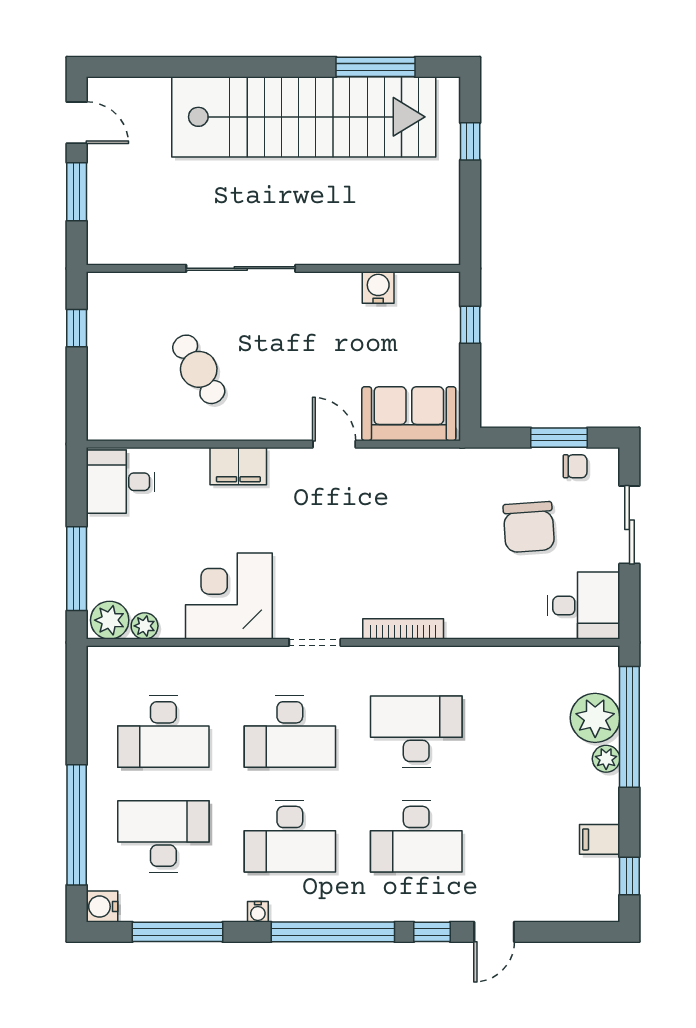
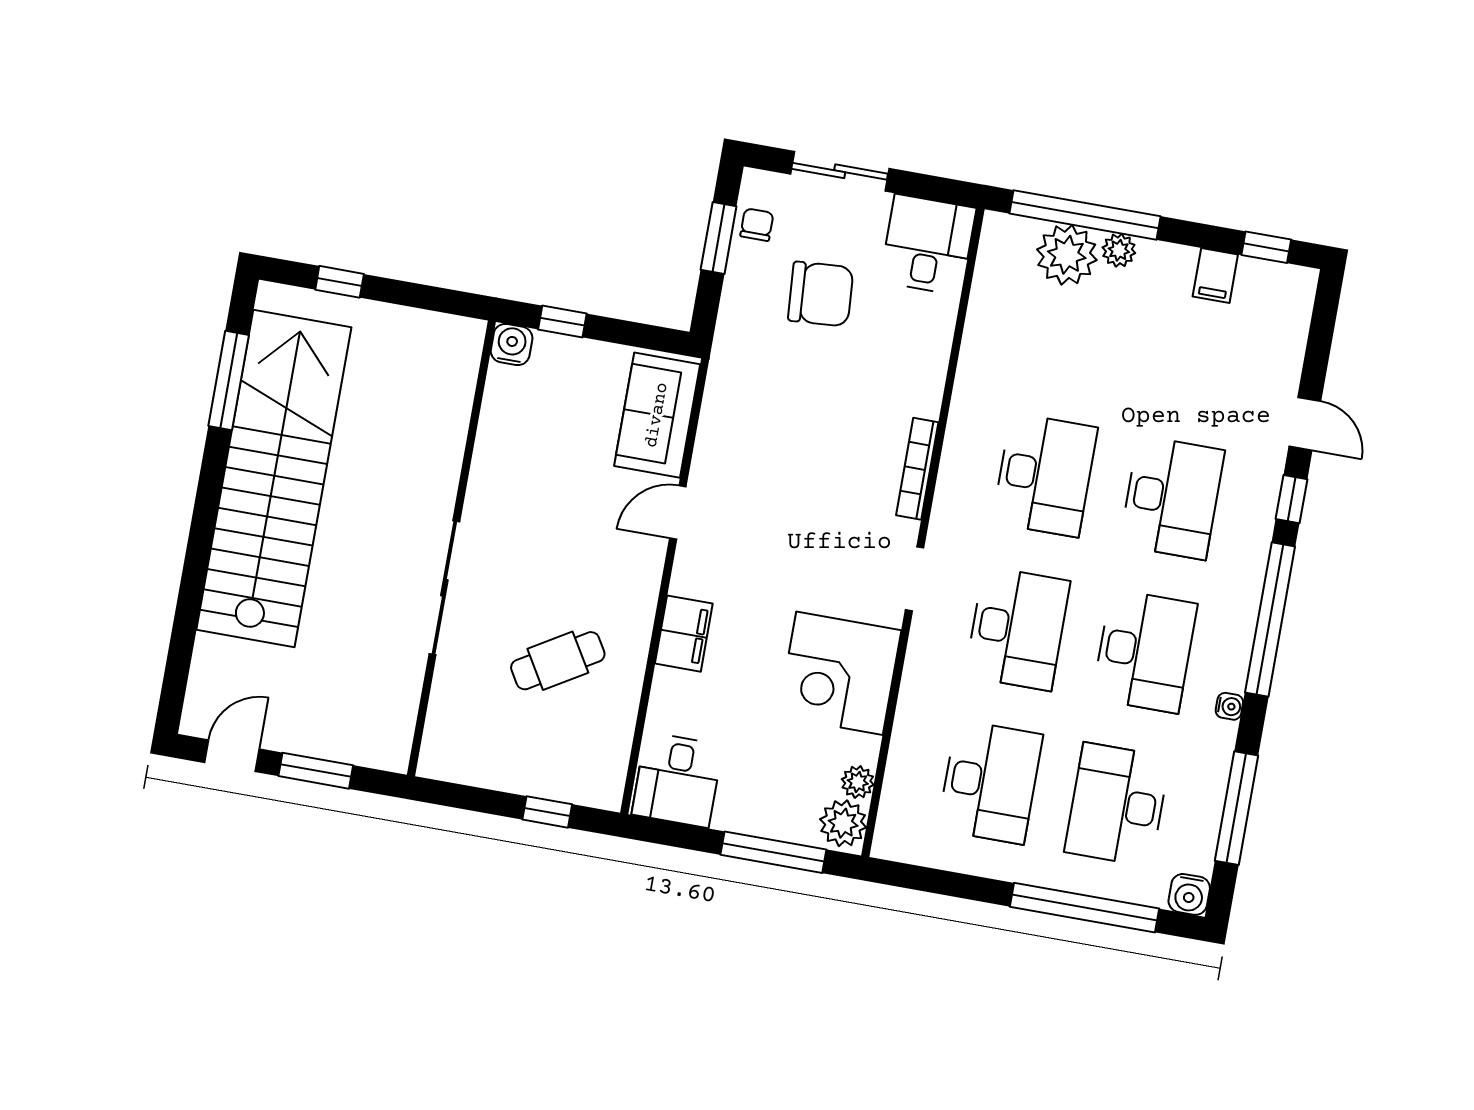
water cooler: (378, 287) -> (512, 344), moved, turned 90
window: (77, 328) -> (547, 812), moved
desk: (416, 732) -> (1045, 475), turned 180

